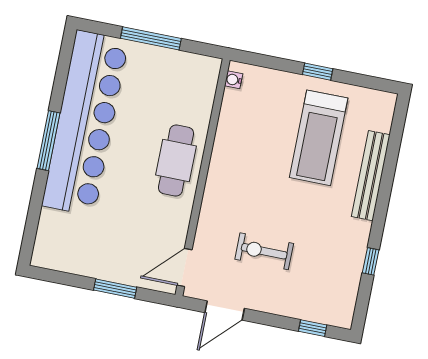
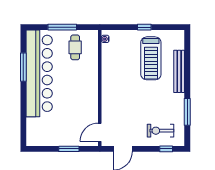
window: (48, 141) -> (23, 67), moved
cafe table: (176, 161) -> (75, 47), moved, width x0.73, depth x0.74
exercise bike: (264, 251) -> (161, 131), moved
window: (371, 261) -> (187, 112), width x2.17

